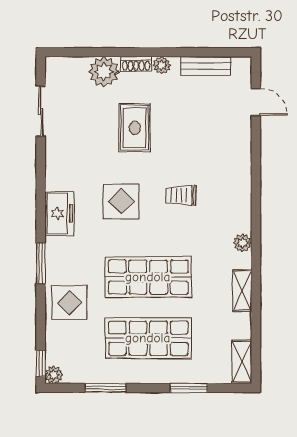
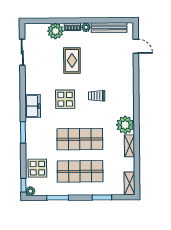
bench: (206, 66) -> (109, 27), width x1.36
plant: (242, 243) -> (125, 125), width x1.88, depth x1.88
display table: (69, 303) -> (37, 168), moved

